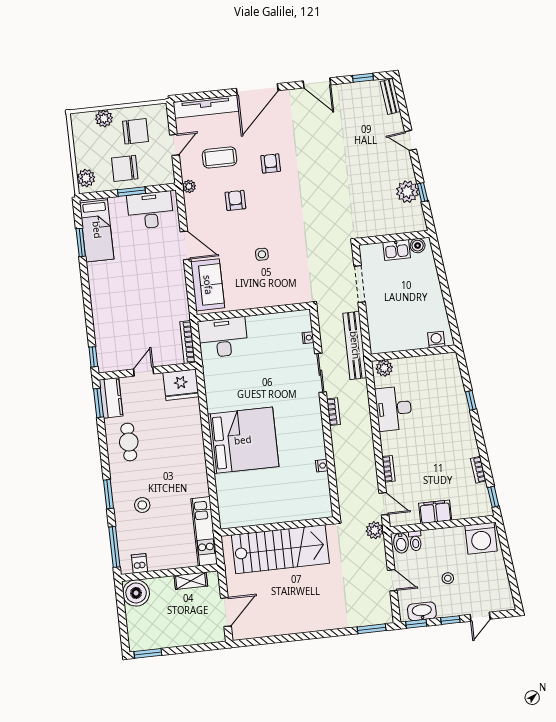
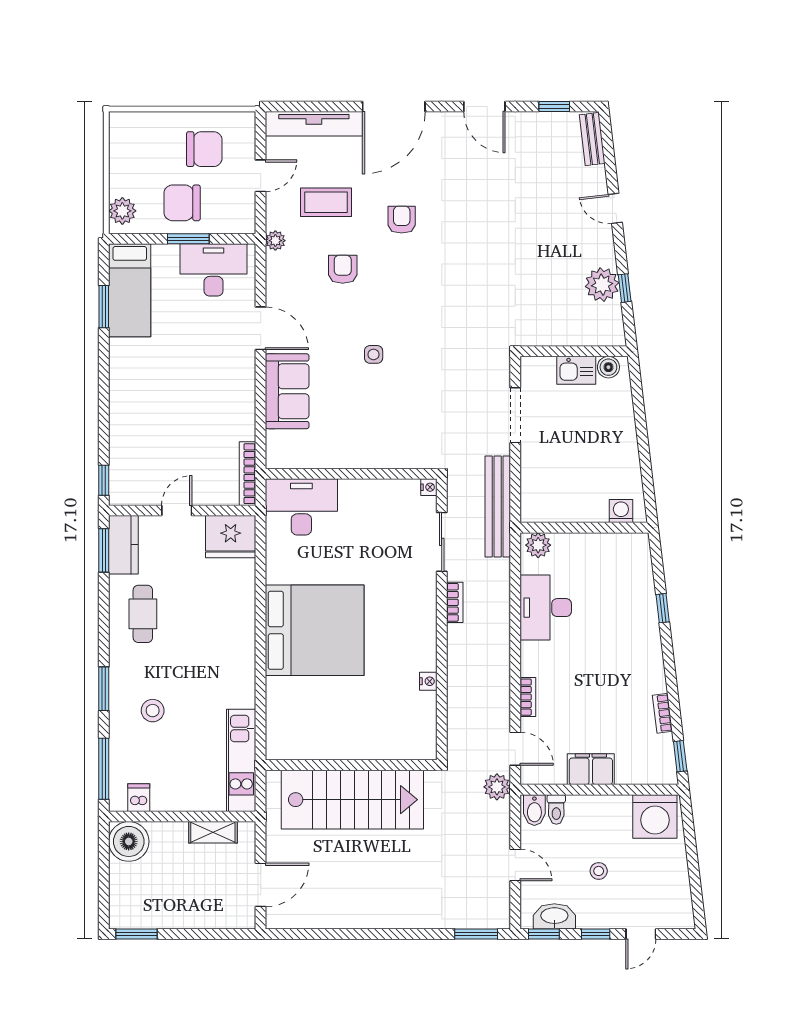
plant: (104, 118) -> (159, 125), removed
wall: (253, 312) -> (351, 474), moved
desk: (223, 337) -> (301, 507), moved

